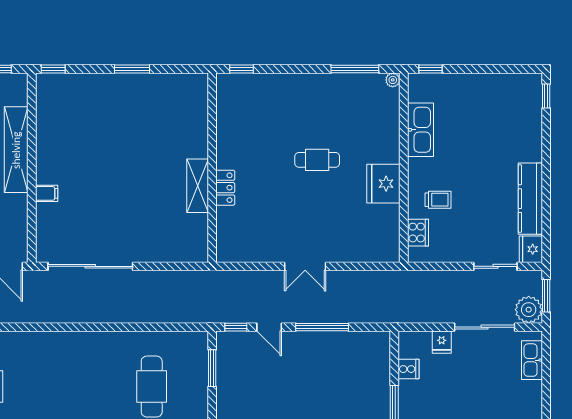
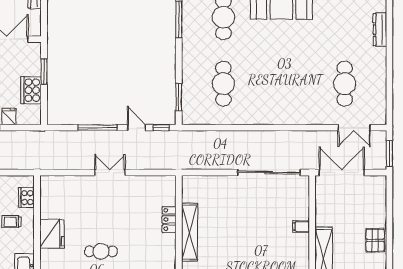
shelving: (198, 186) -> (190, 232), width x1.47
locker: (225, 188) -> (169, 219), moved
cooker: (408, 369) -> (31, 90), width x1.87, depth x1.31

